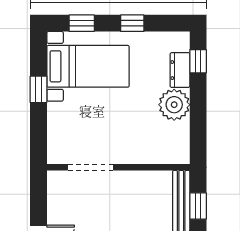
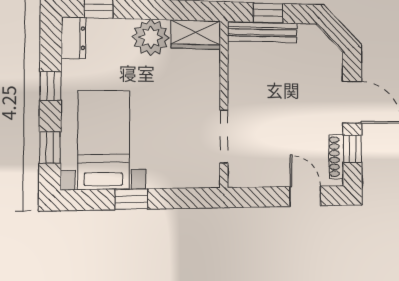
dresser: (180, 70) -> (74, 38), moved, turned -90
wardrobe: (178, 143) -> (196, 35), added

